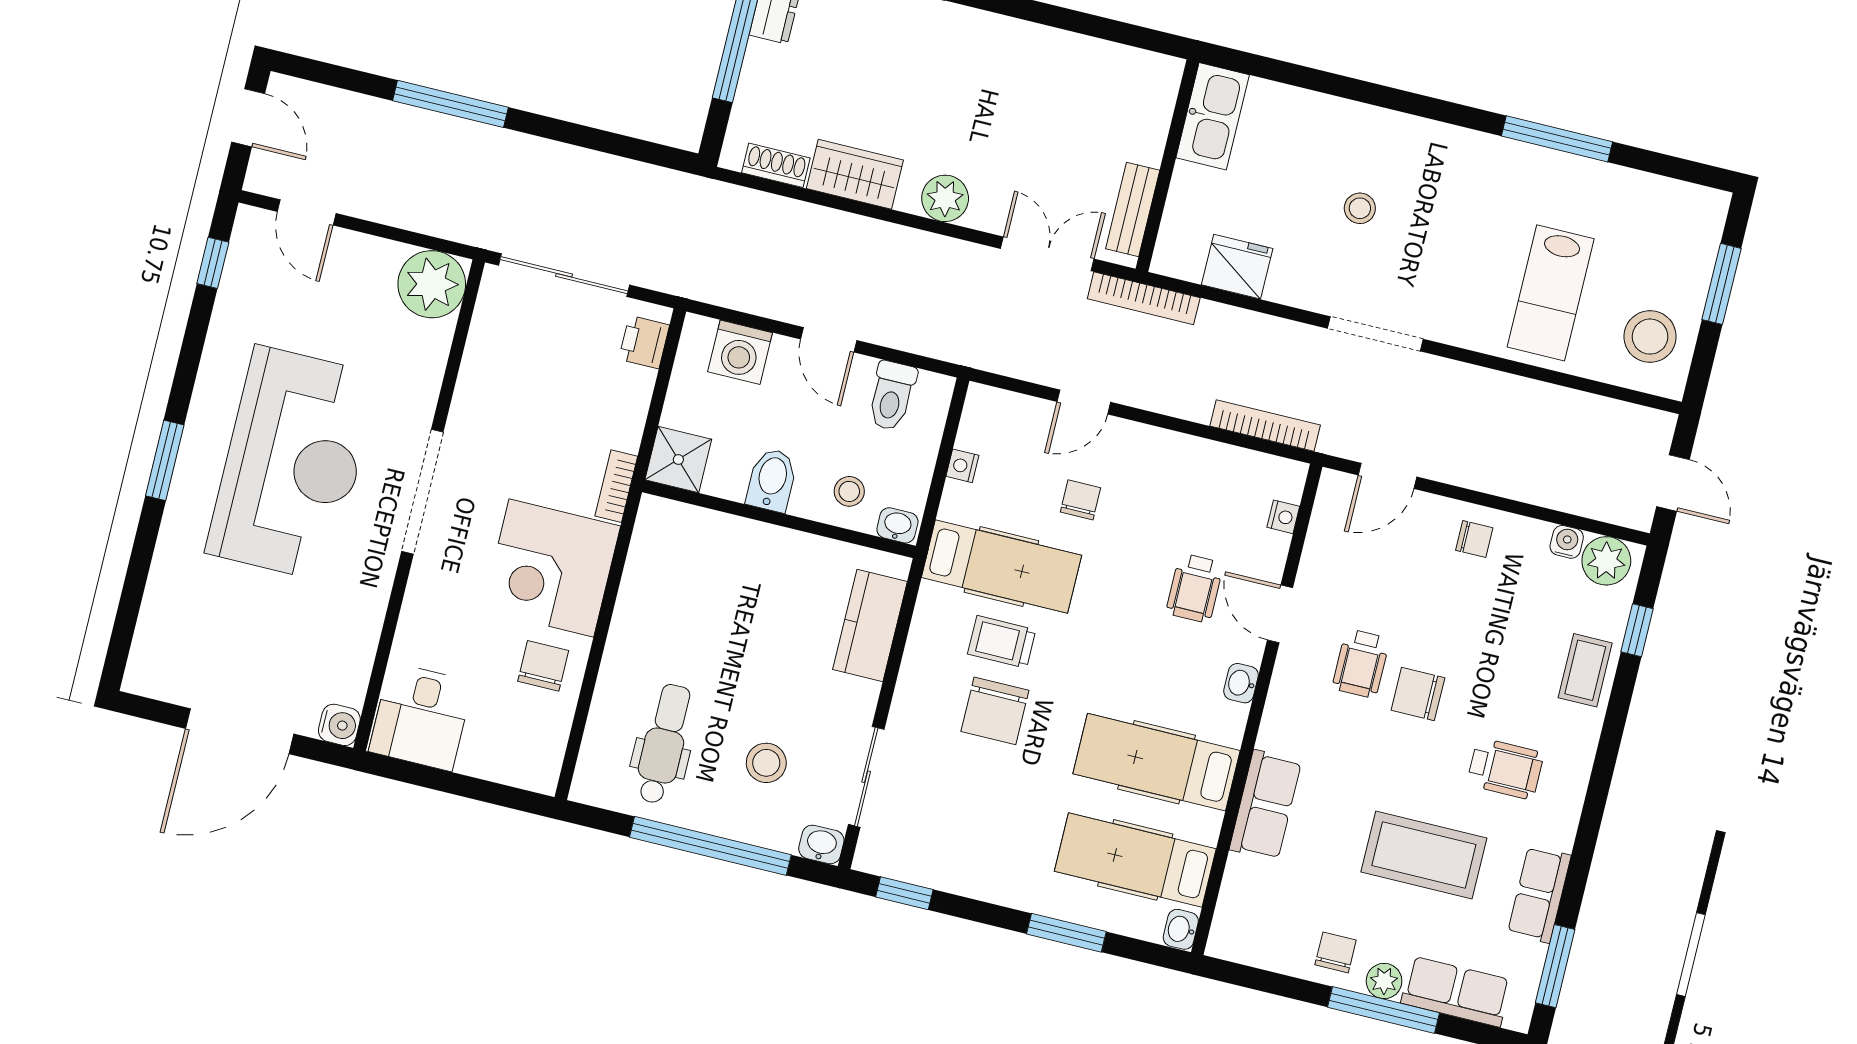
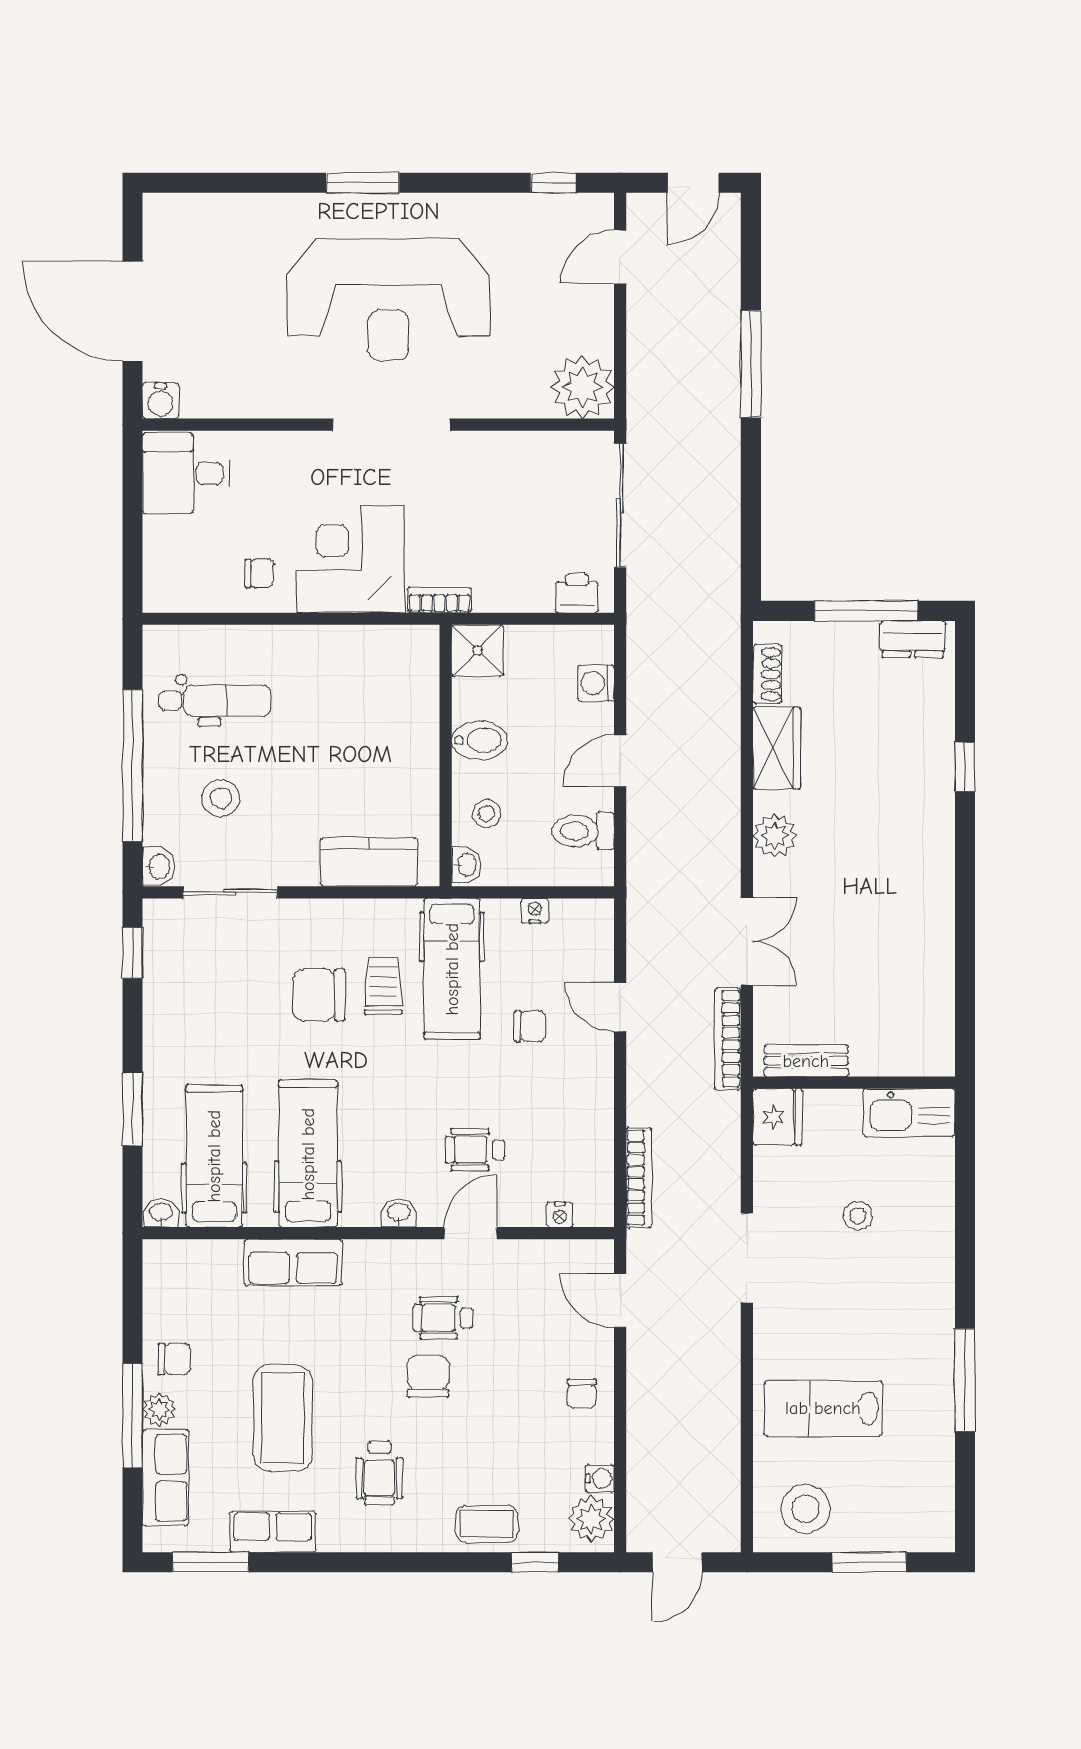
kitchen sink: (1213, 116) -> (909, 1113), moved
wall: (1167, 166) -> (854, 1083), moved
bench: (1133, 209) -> (806, 1061), moved
washing machine: (740, 352) -> (596, 683), width x0.73, depth x0.73
chair: (543, 666) -> (259, 573), width x0.73, depth x0.73

